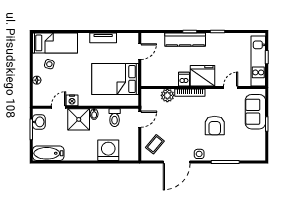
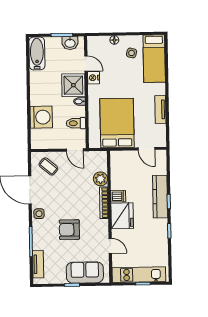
tv unit: (247, 156) -> (38, 264), added

